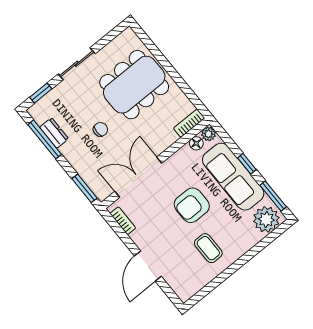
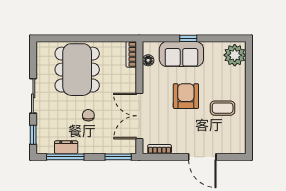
plant: (209, 134) -> (149, 47), removed
sofa: (233, 177) -> (181, 54), width x0.73
window: (273, 196) -> (223, 38), removed
armchair: (192, 205) -> (186, 96), turned 180

